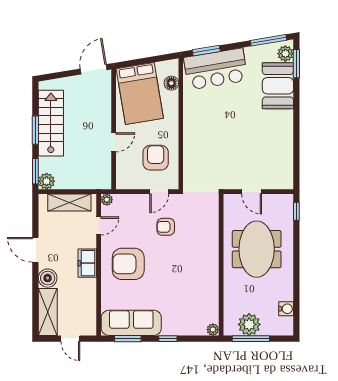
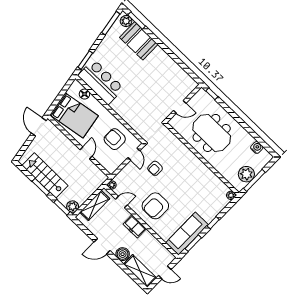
bar counter: (216, 69) -> (101, 82), moved, turned -81
door: (99, 226) -> (121, 202), hinge flipped

